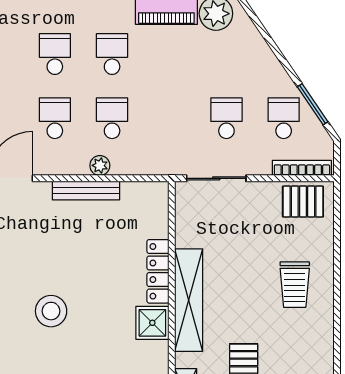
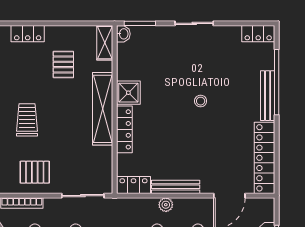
locker: (145, 193) -> (133, 185), added
pallet: (303, 202) -> (35, 172), moved
stool: (51, 311) -> (201, 101), width x0.53, depth x0.53

